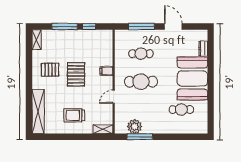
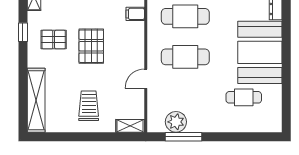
cafe table: (141, 54) -> (185, 16), width x1.37, depth x1.35
window: (29, 65) -> (23, 32), added
filing cabinet: (106, 71) -> (135, 14), moved
trolley: (74, 115) -> (89, 106), turned 90

